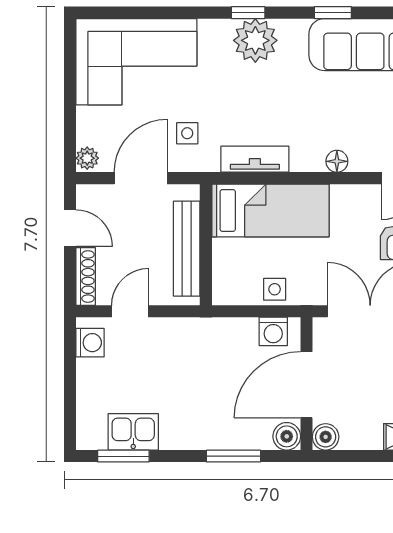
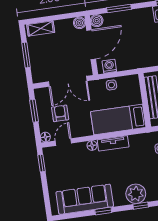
tv unit: (255, 159) -> (113, 143), moved

